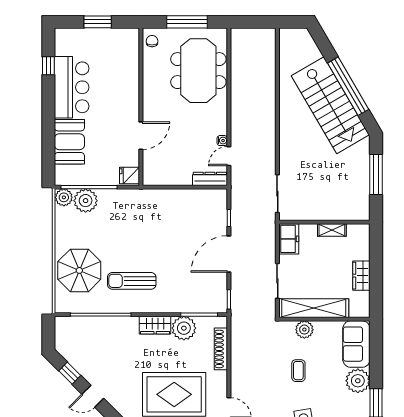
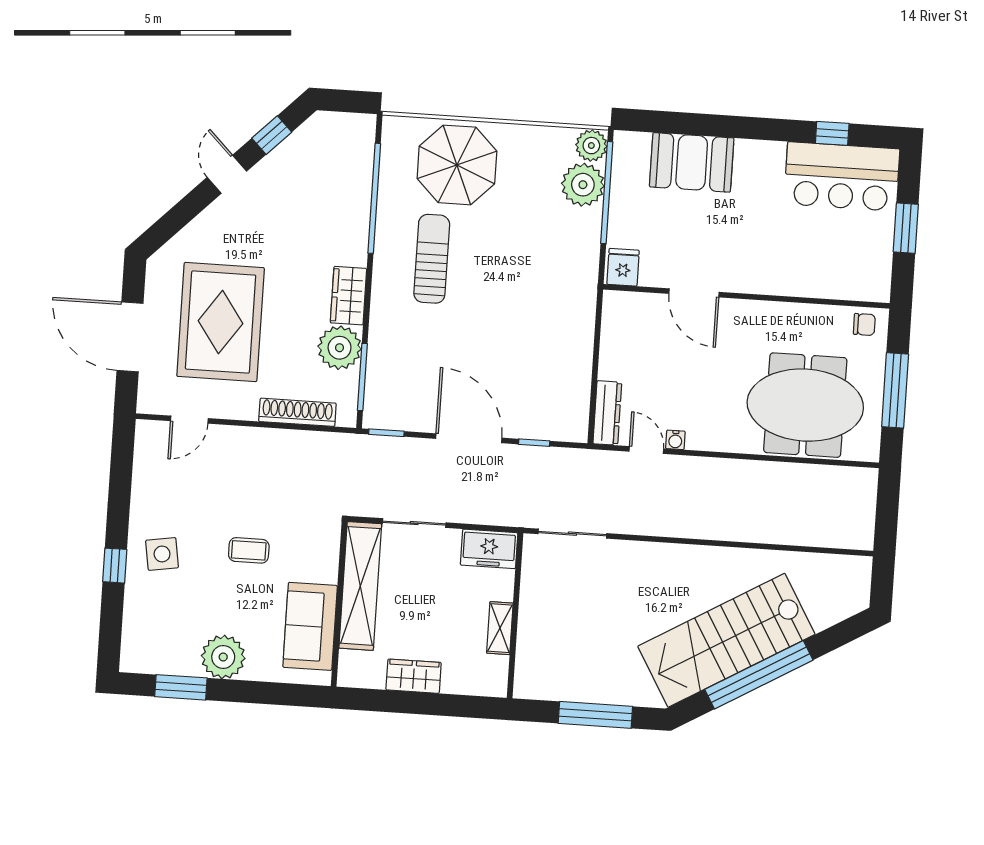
bar counter: (72, 87) -> (842, 176), moved
plant: (304, 330) -> (323, 566), removed
sofa: (356, 344) -> (310, 626), moved, turned -90

